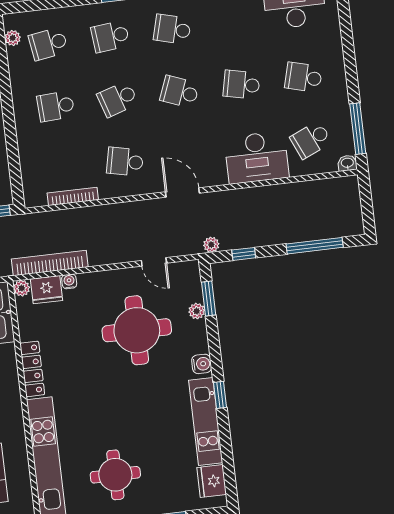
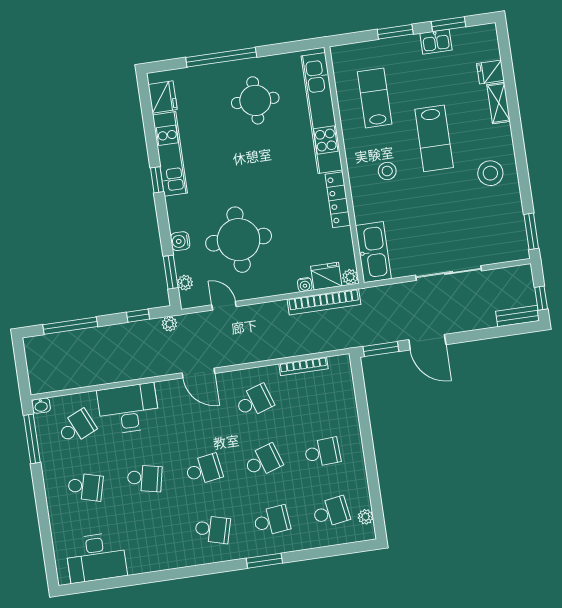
school desk: (180, 92) -> (204, 470), turned -30
school desk: (125, 162) -> (254, 401), turned -30
plant: (197, 311) -> (185, 283), moved
water cooler: (202, 364) -> (180, 241), moved

